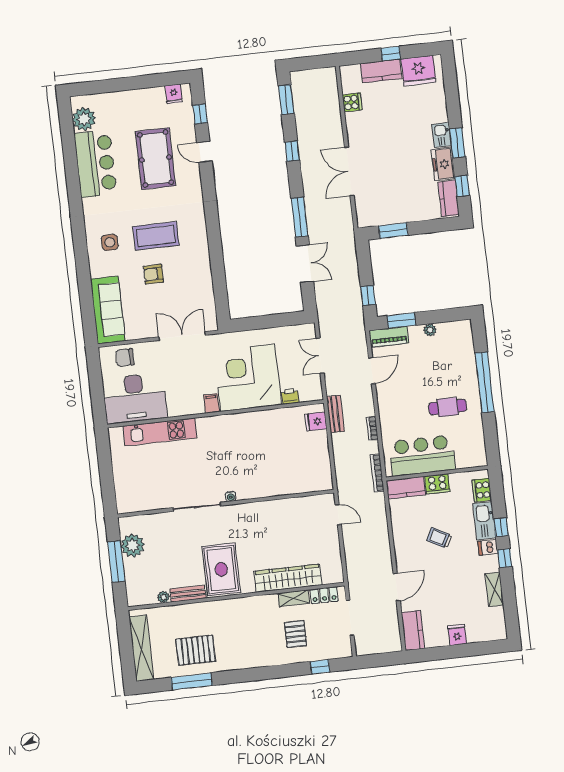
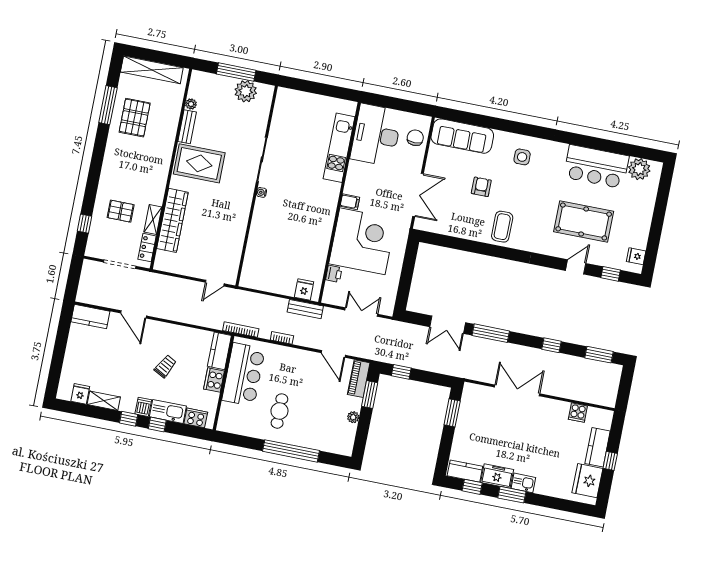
coffee table: (156, 236) -> (502, 227), moved, width x0.73, depth x0.76
fridge: (457, 635) -> (80, 394), moved, turned -90

